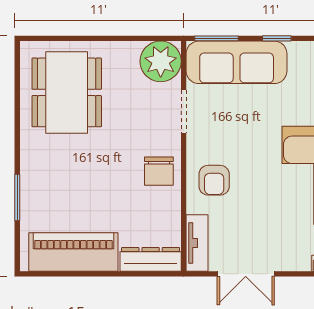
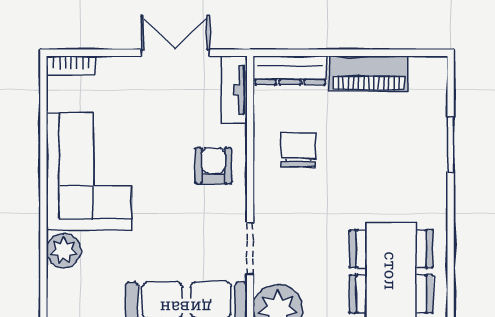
chair: (159, 171) -> (298, 150), moved
piano: (73, 252) -> (369, 73), width x0.73, depth x0.75

